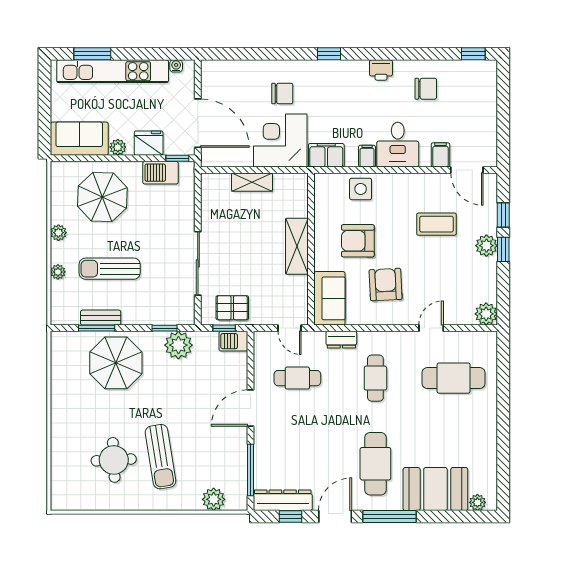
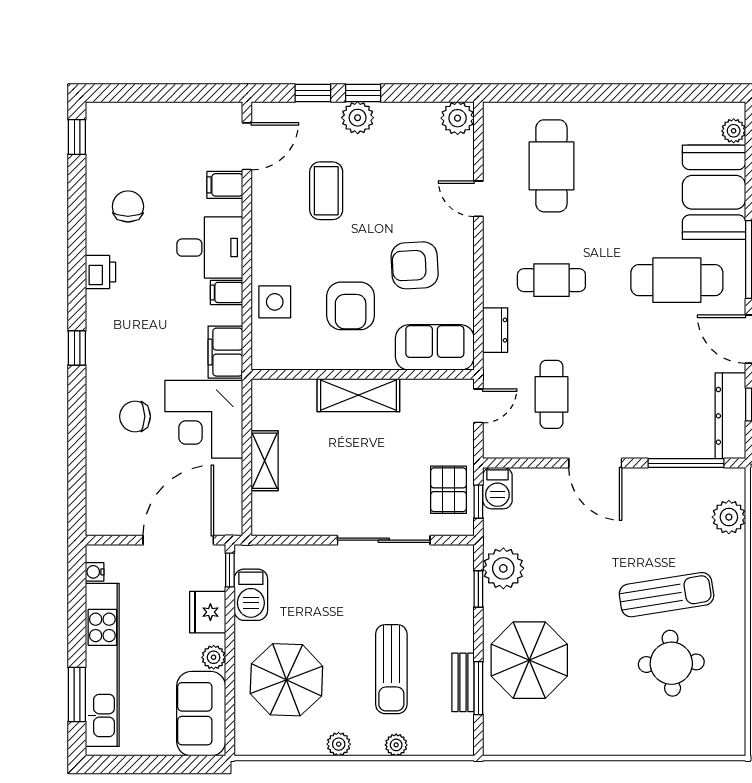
chair: (282, 93) -> (135, 416), turned -90

